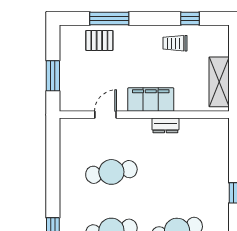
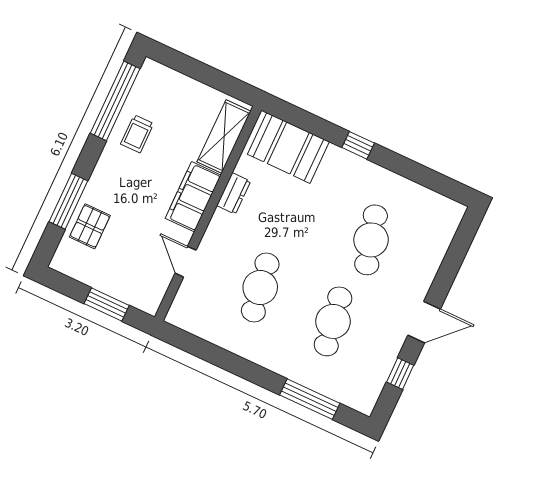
window: (190, 19) -> (115, 101), width x3.17
shelving: (219, 82) -> (224, 136), moved, turned 90
booth: (212, 148) -> (288, 148), added

